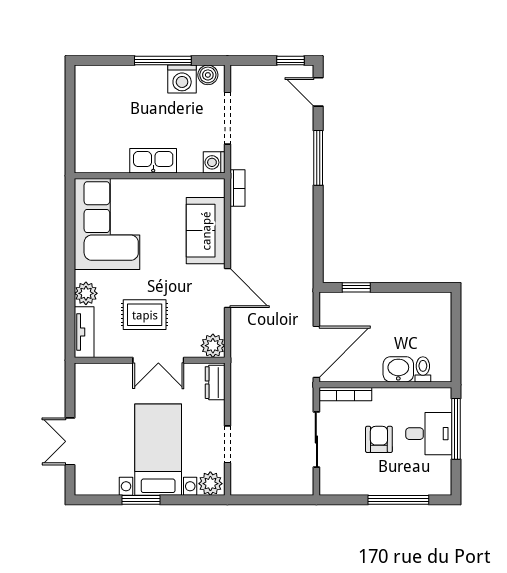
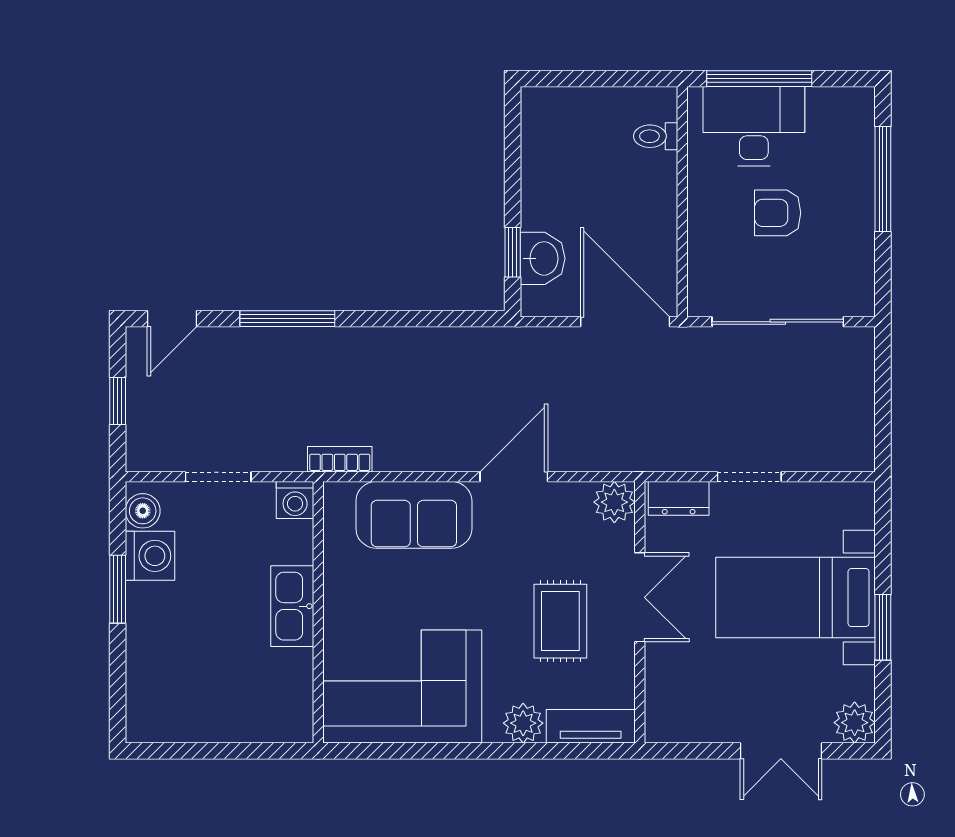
window: (163, 61) -> (118, 589), width x0.69
window: (291, 61) -> (118, 401), moved
doorway: (227, 118) -> (218, 477), width x0.73
washbasin: (398, 369) -> (543, 258), moved, turned 180
bookcase: (345, 394) -> (699, 271), removed
desk: (429, 434) -> (754, 126), width x1.37
sliding door: (316, 439) -> (778, 322), width x1.37
doorway: (227, 444) -> (749, 477), moved
plant: (210, 484) -> (855, 723), moved

